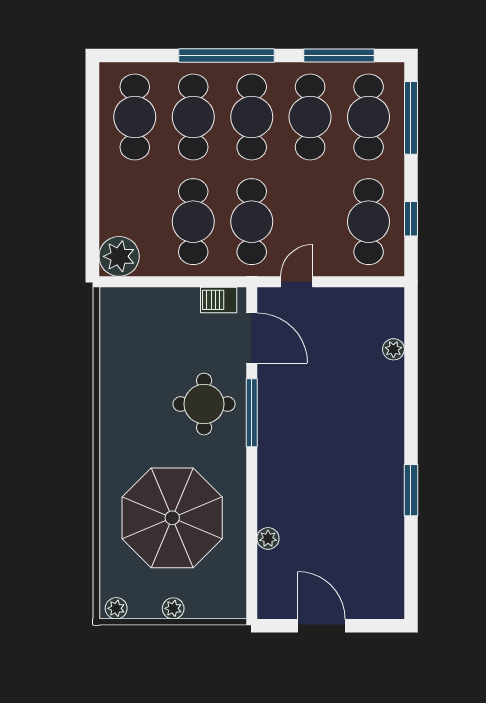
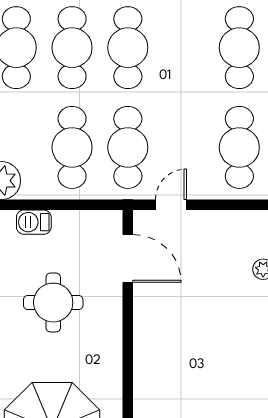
cafe table: (310, 117) -> (184, 48), removed
barbecue: (219, 300) -> (34, 222), moved
round table: (204, 404) -> (53, 303), moved
window: (252, 413) -> (128, 330), removed

